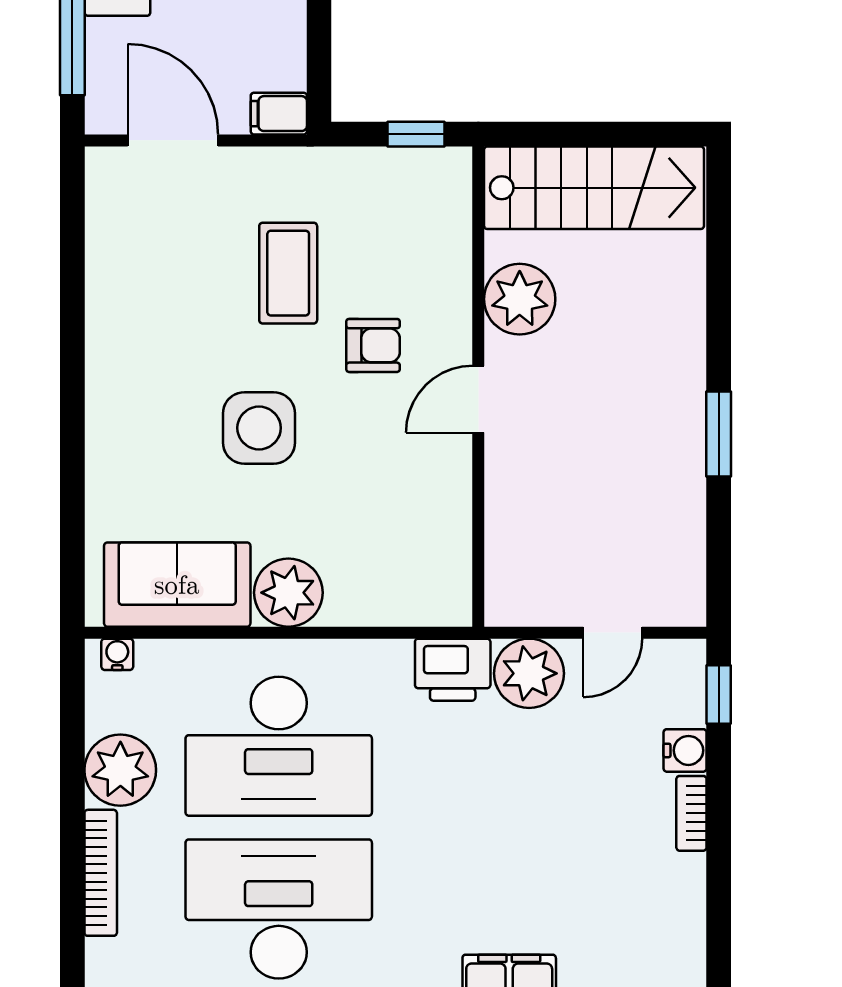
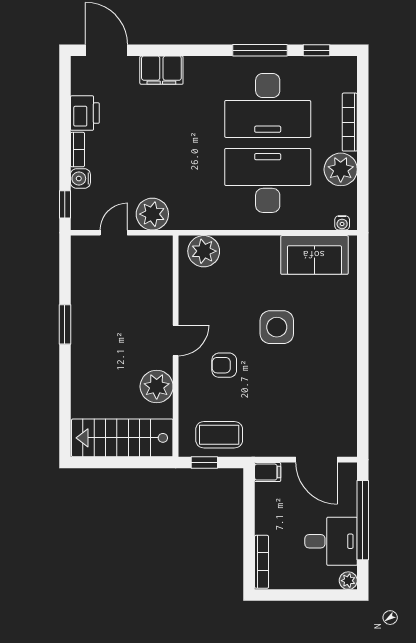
coffee table: (288, 273) -> (219, 435), moved, turned 90
plant: (288, 593) -> (204, 251), moved
printer: (453, 670) -> (85, 113), moved, turned 90

